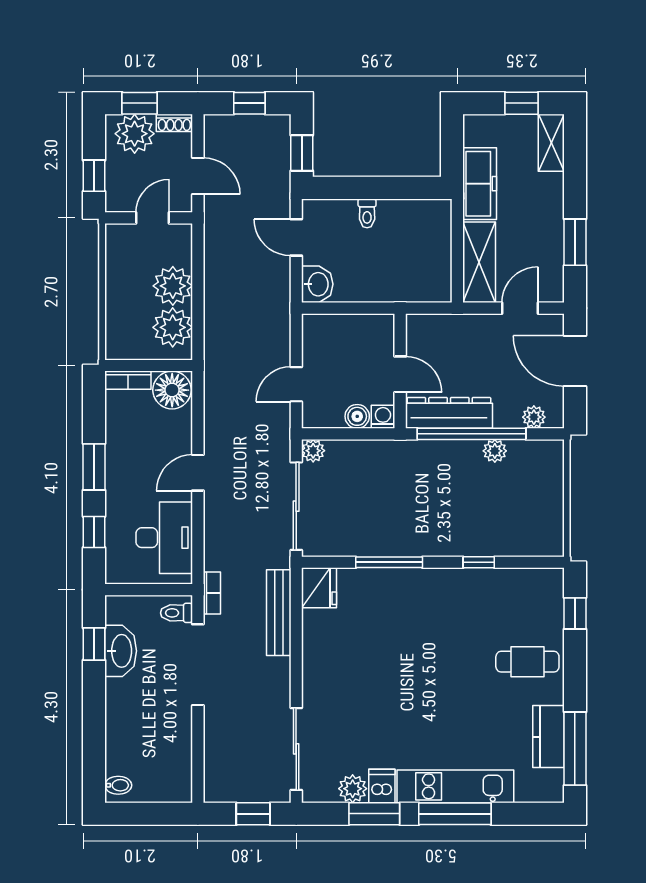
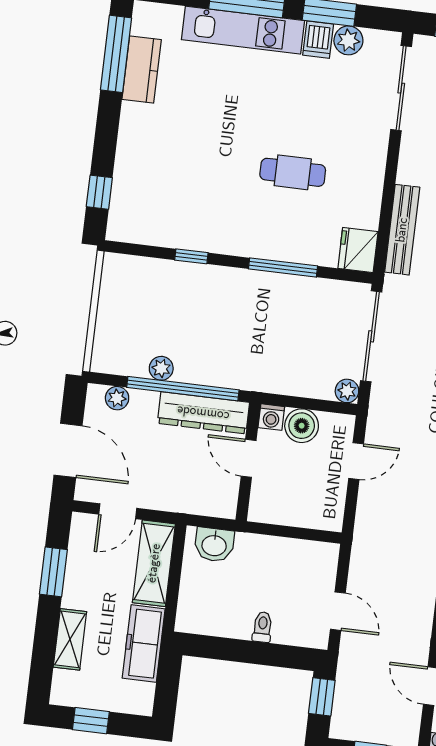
shelving: (551, 143) -> (70, 639), moved
washbasin: (317, 284) -> (214, 545), moved, turned -90
boiler: (357, 416) -> (302, 426), width x1.36, depth x1.36
cafe table: (527, 662) -> (293, 172), moved

